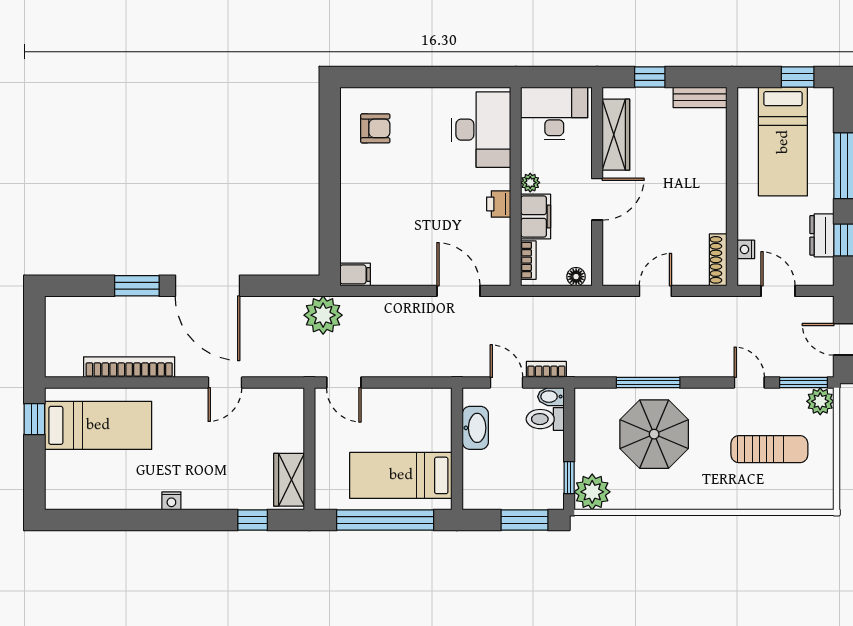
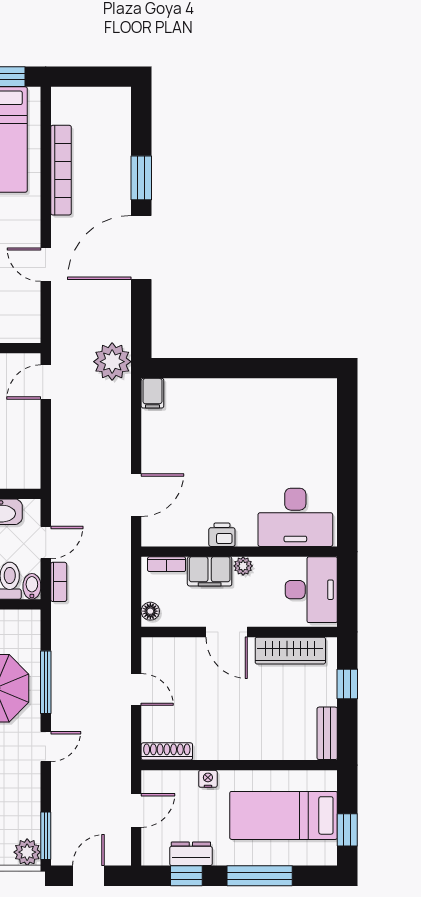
armchair: (375, 128) -> (297, 413), removed
nightstand: (746, 249) -> (208, 779), moved
door: (749, 383) -> (46, 747), moved

